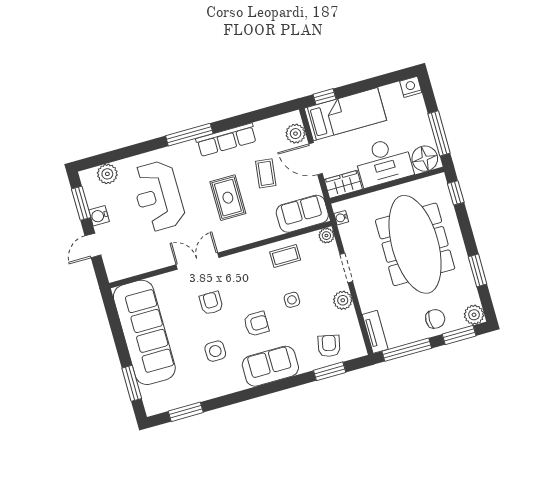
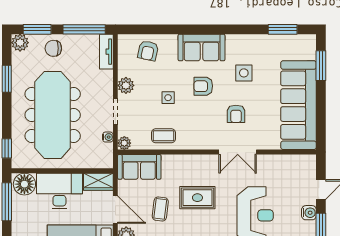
rug: (228, 198) -> (197, 198), turned 90
water cooler: (341, 218) -> (108, 137), moved
window: (330, 371) -> (153, 29), removed

